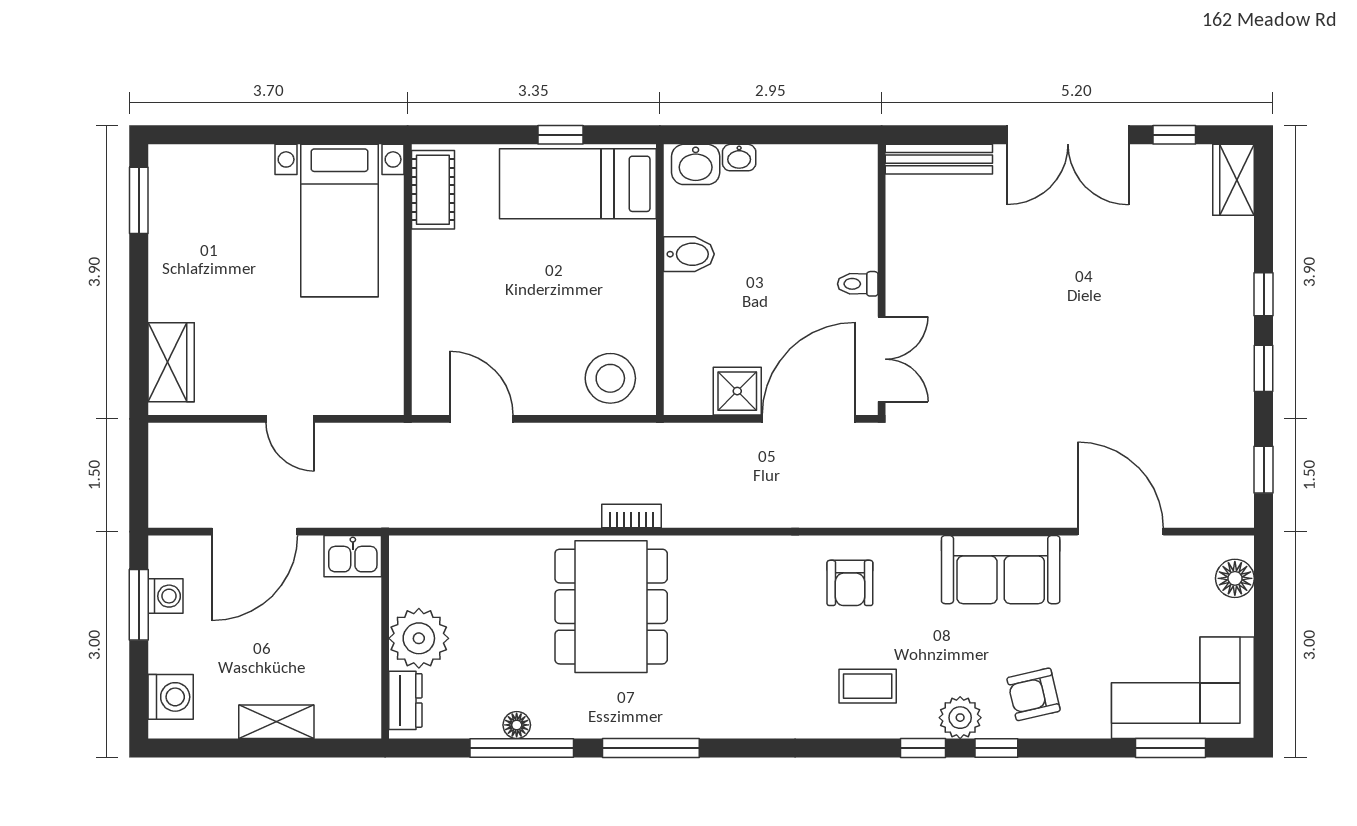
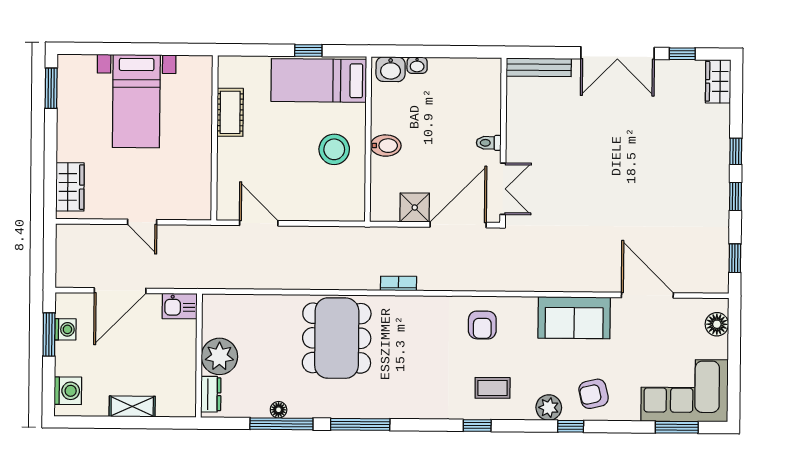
cot: (433, 190) -> (230, 112), moved
bed with nightstands: (340, 220) -> (136, 101), moved
bidet: (689, 254) -> (386, 146), moved
stool: (610, 378) -> (334, 149), moved
bookcase: (631, 516) -> (399, 284), moved
window: (923, 748) -> (477, 425), moved

